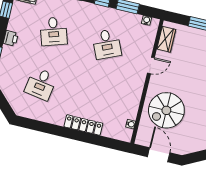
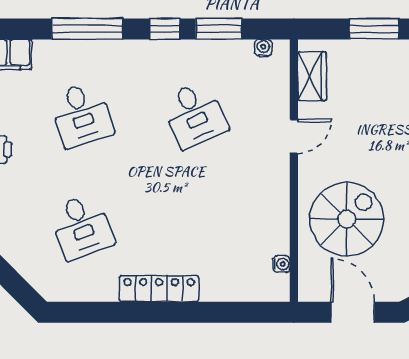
desk: (41, 84) -> (81, 226), turned -30
spiral stairs: (166, 110) -> (347, 219), turned 180
locker: (83, 125) -> (159, 289), moved

